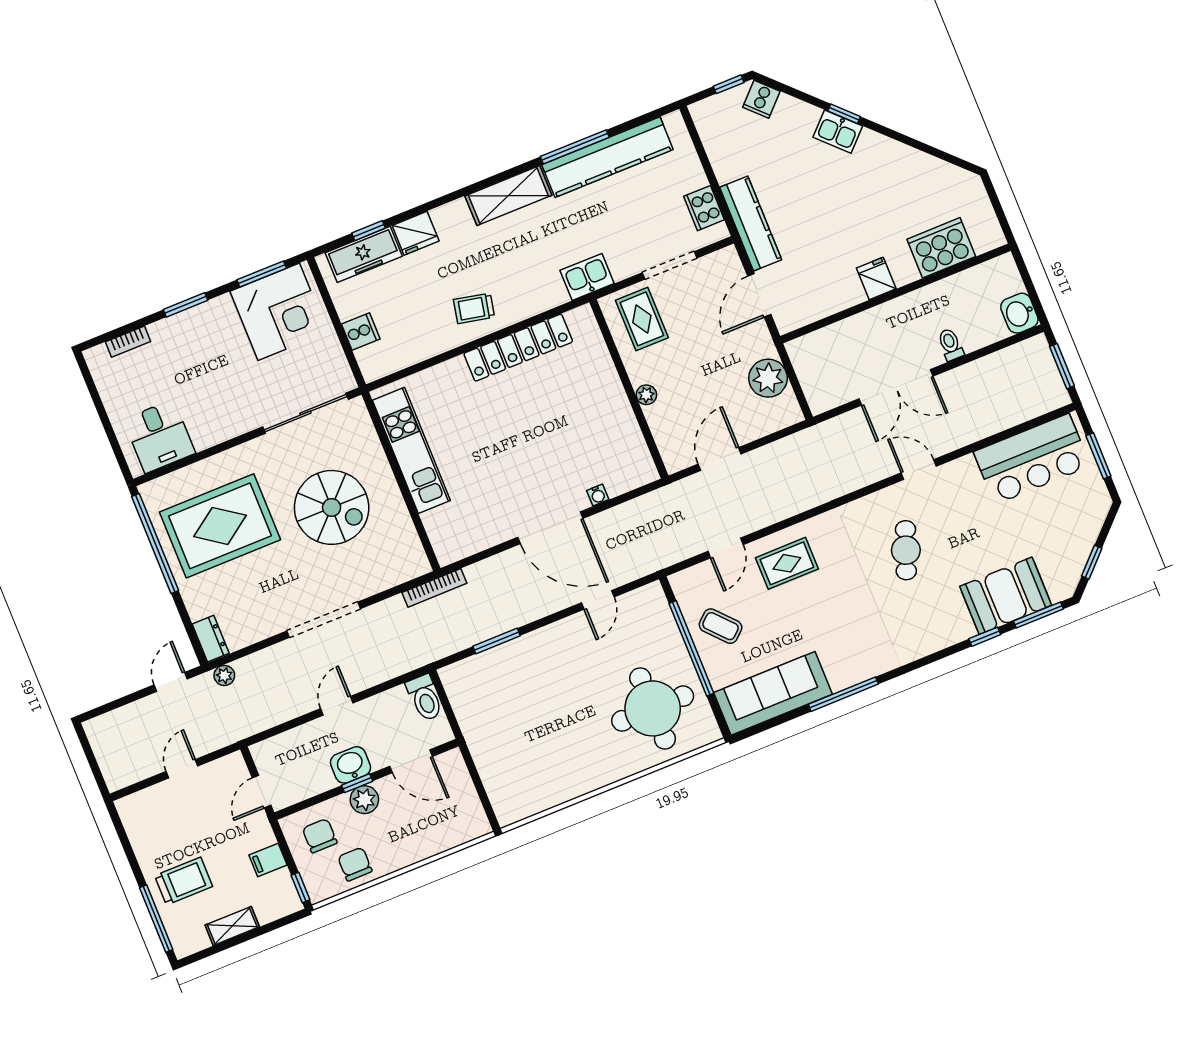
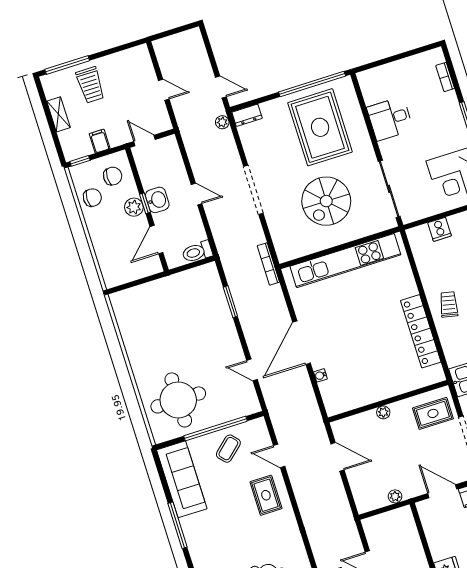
plant: (768, 378) -> (395, 496), width x0.53, depth x0.53
desk: (159, 436) -> (390, 119), moved
kitchen unit: (411, 450) -> (345, 261), width x1.36

